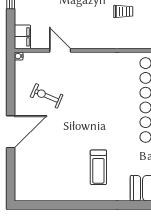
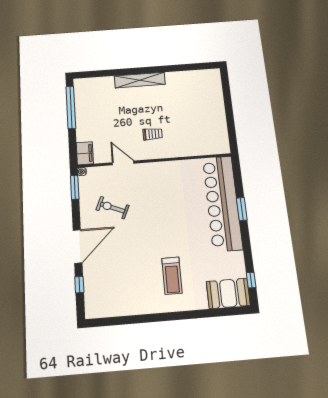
trolley: (123, 11) -> (153, 134), moved
window: (11, 72) -> (75, 187), added
window: (11, 169) -> (79, 285), added

